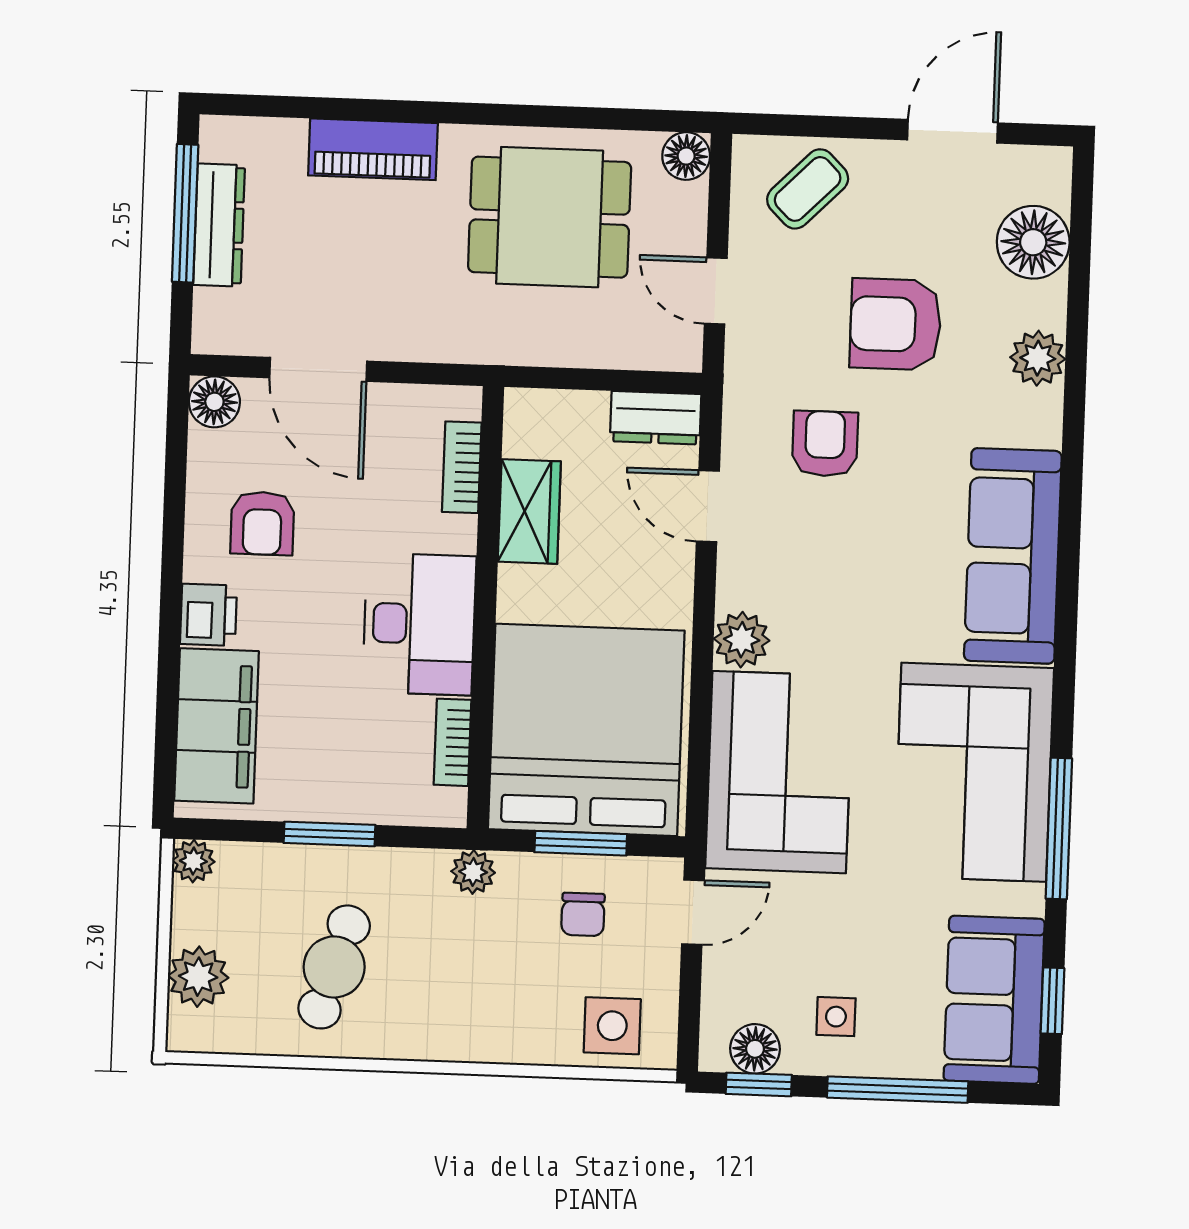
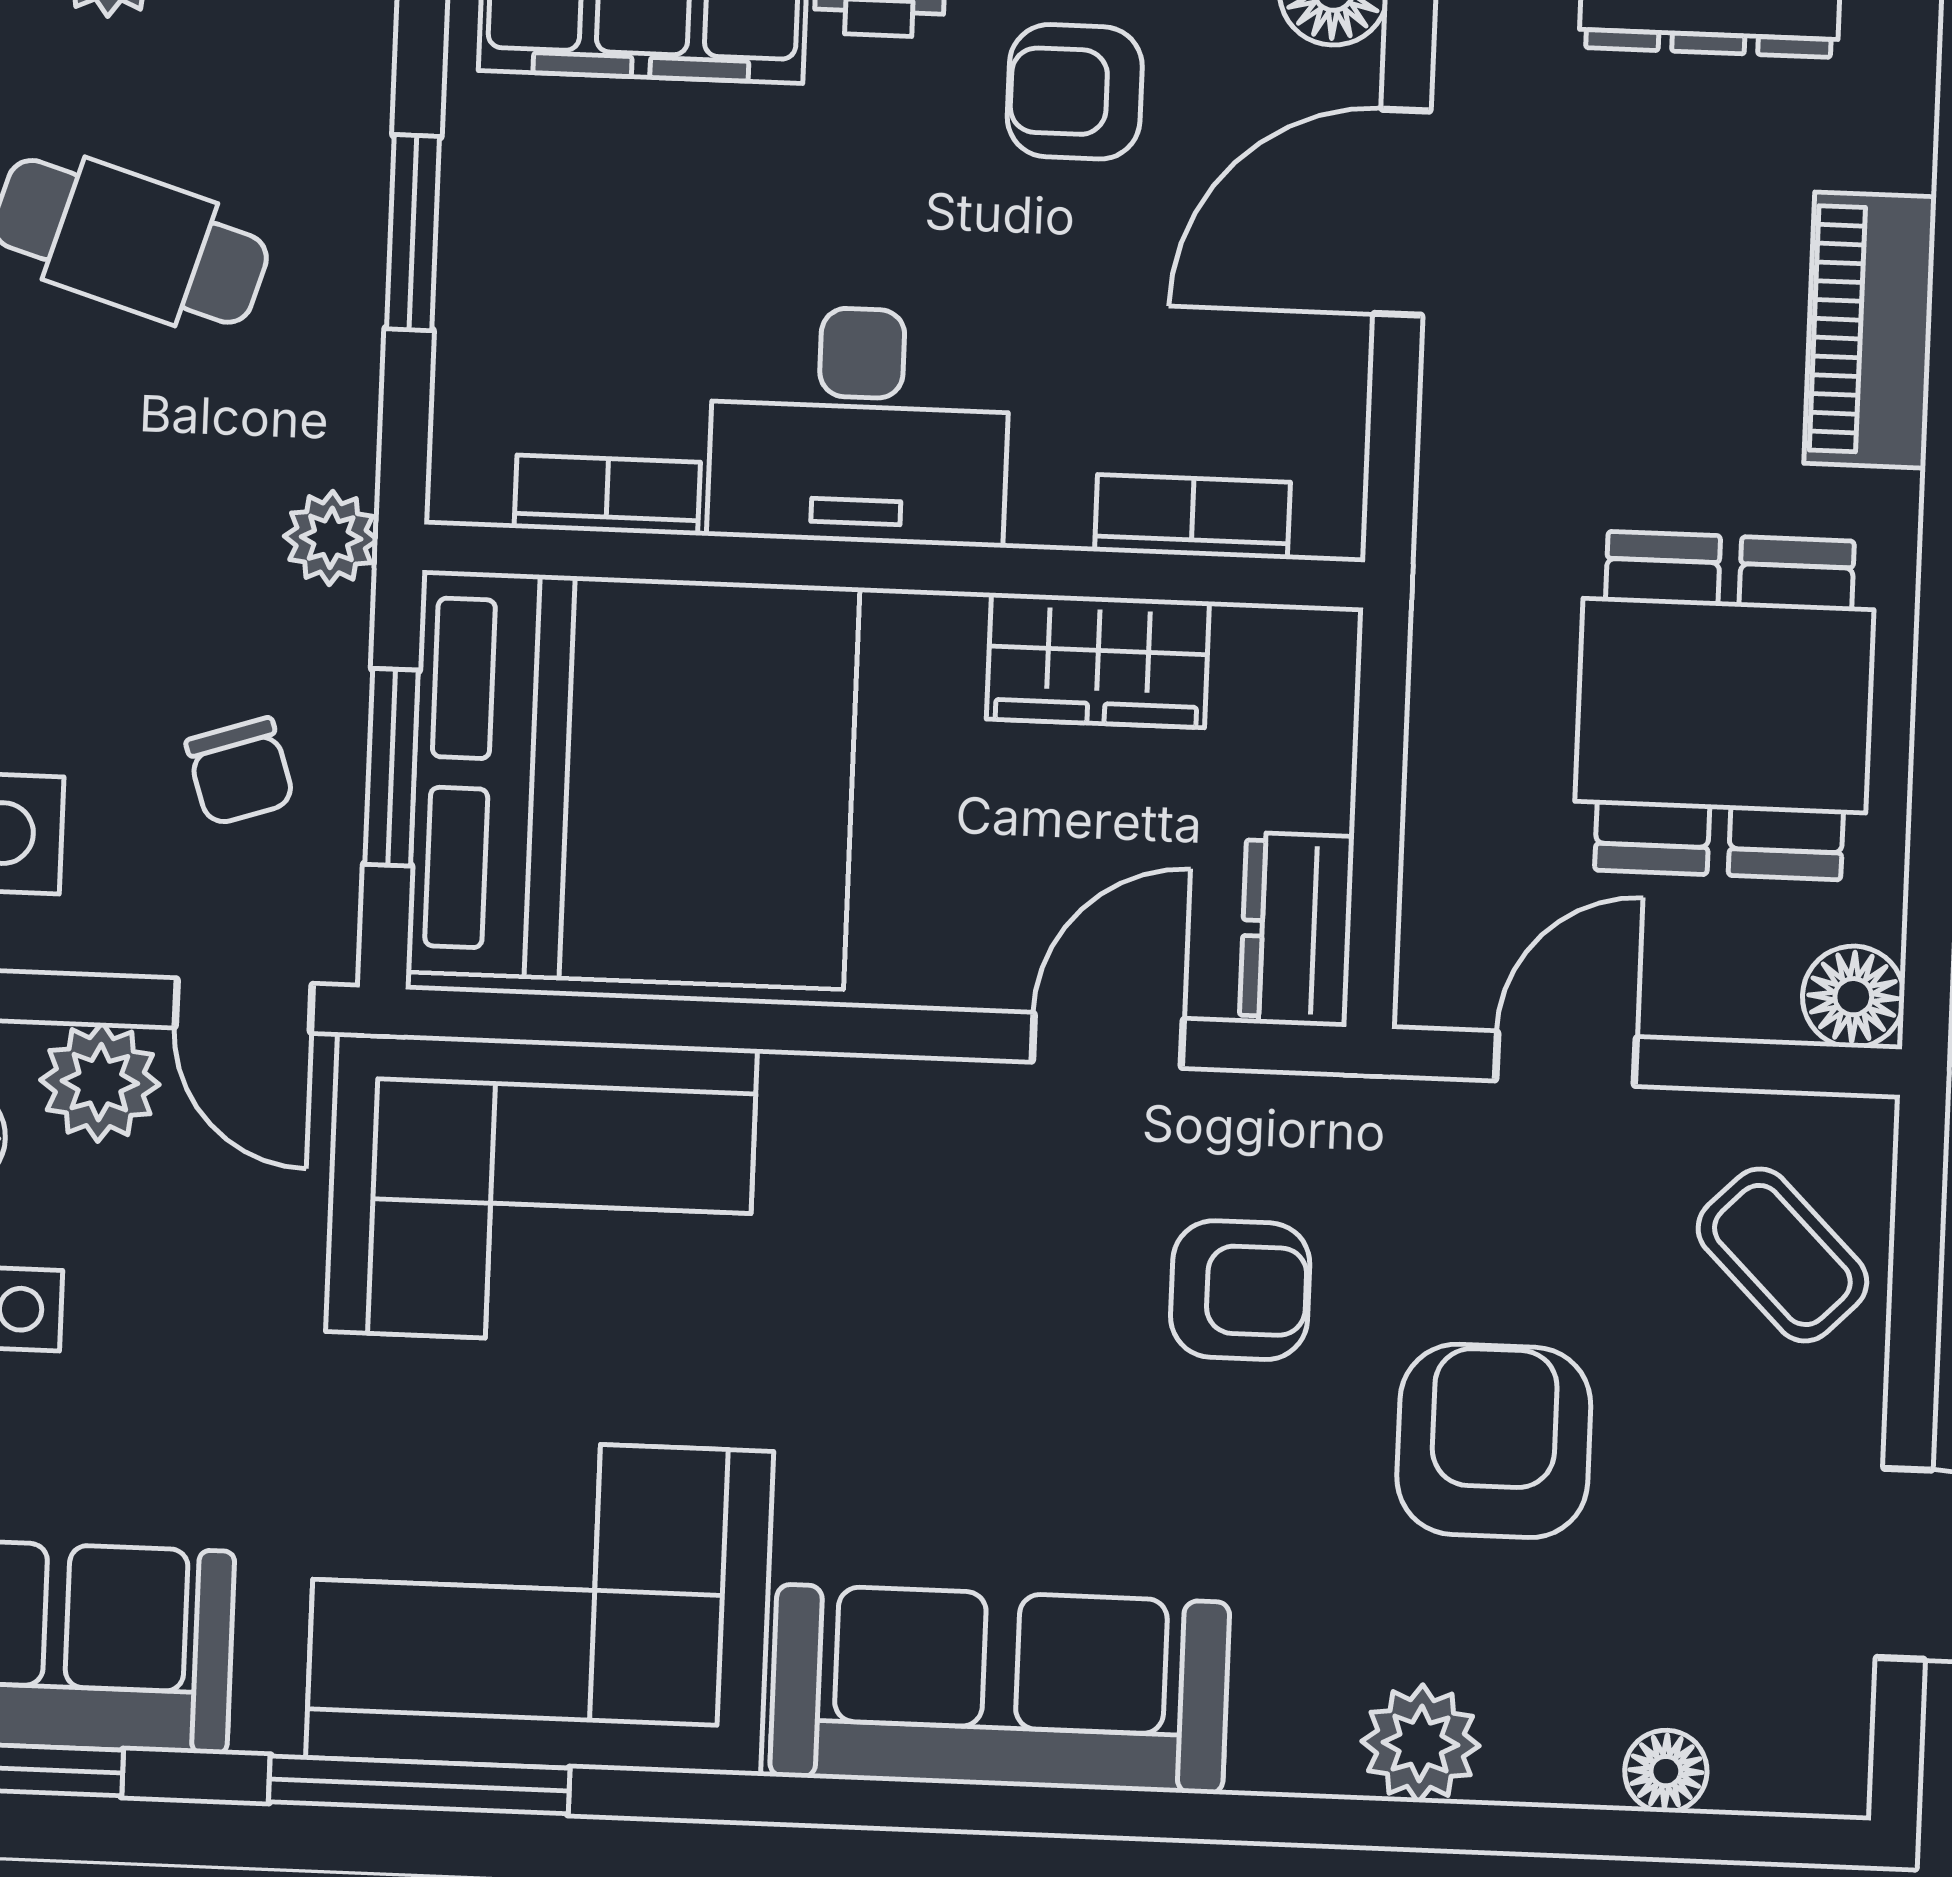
floor lamp: (1033, 242) -> (1666, 1771), width x0.53, depth x0.53
plant: (742, 640) -> (100, 1082), moved
chair: (583, 914) -> (240, 772), turned -108

